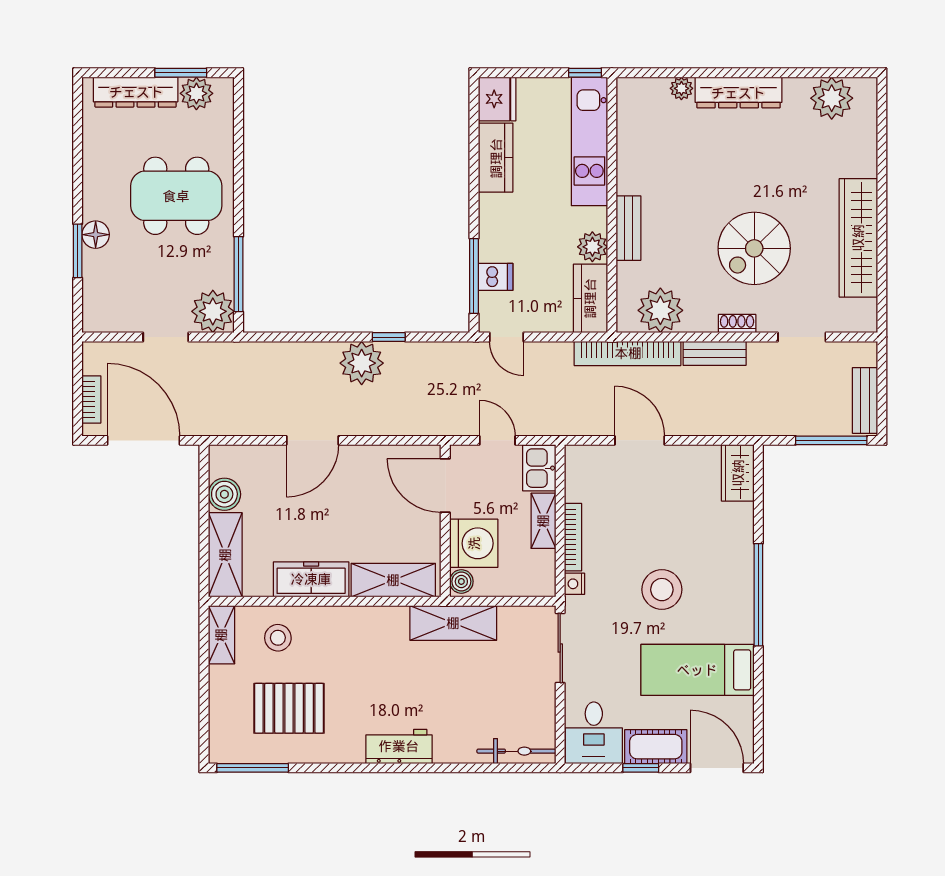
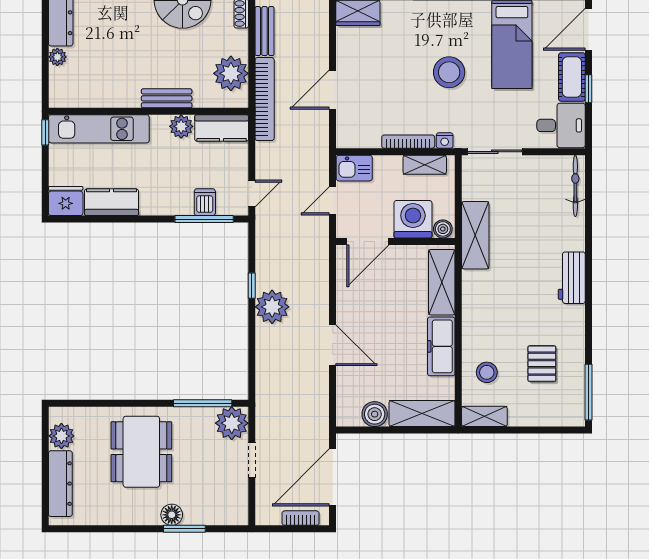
window: (181, 73) -> (45, 448), removed
shelving: (543, 521) -> (425, 165), moved
pallet: (289, 708) -> (542, 364), width x0.67, depth x0.71

